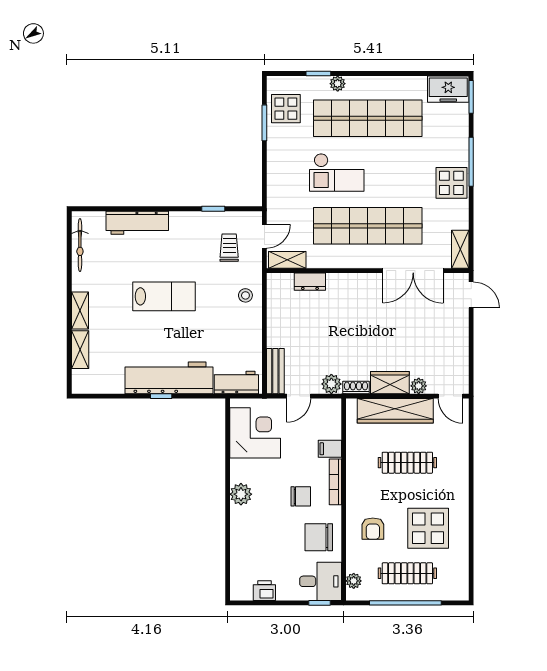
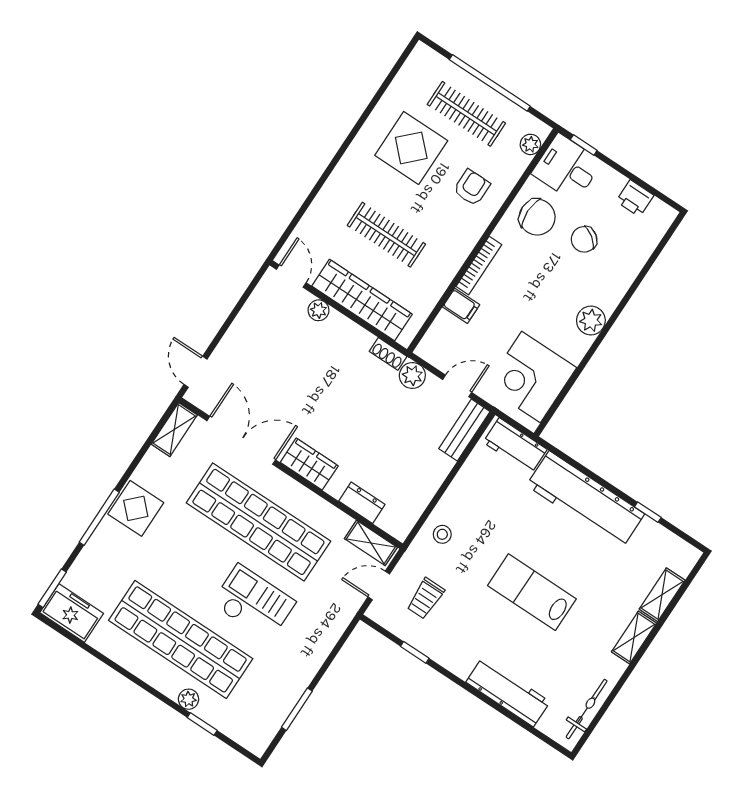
display table: (286, 109) -> (263, 709), removed
wardrobe: (390, 383) -> (309, 464), moved, turned 180
window: (161, 396) -> (648, 512), moved
chair: (301, 496) -> (584, 239), moved, turned -54

